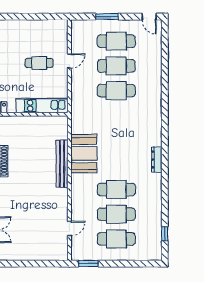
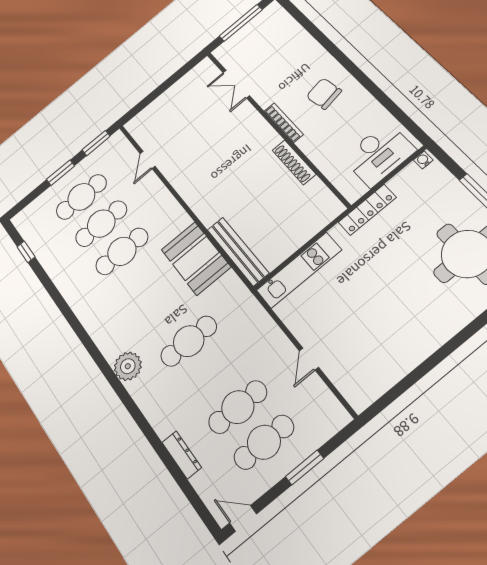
cafe table: (39, 63) -> (349, 321), removed
cafe table: (116, 91) -> (189, 341), moved
plant: (153, 128) -> (128, 366), added
dresser: (157, 160) -> (182, 455), moved
bench: (62, 164) -> (238, 251), moved
window: (118, 264) -> (61, 173), added

